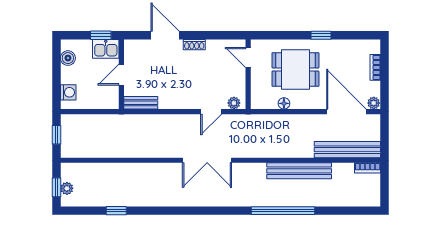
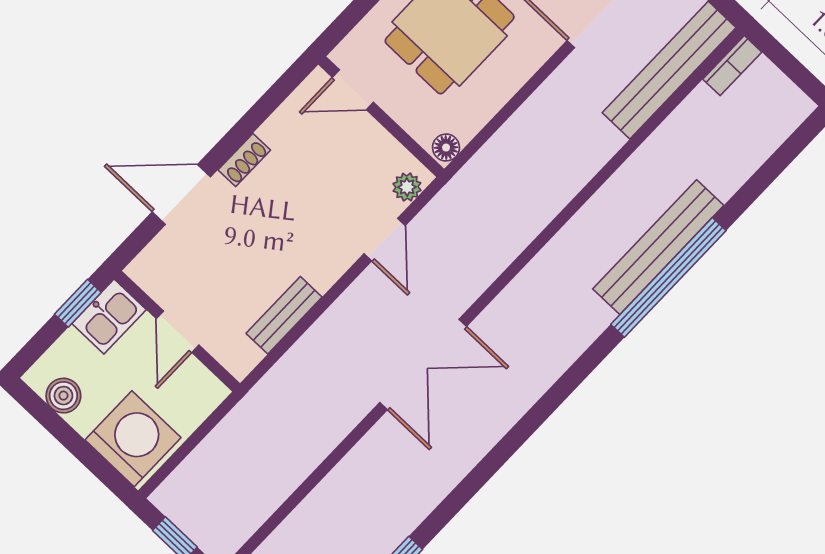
washing machine: (68, 92) -> (133, 439), width x1.89, depth x1.89
bench: (141, 103) -> (284, 315), moved
floor lamp: (284, 103) -> (446, 148), moved
double door: (207, 160) -> (423, 364), moved
bench: (299, 171) -> (658, 247), moved

